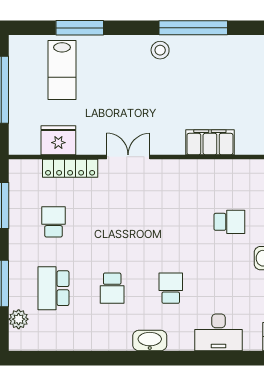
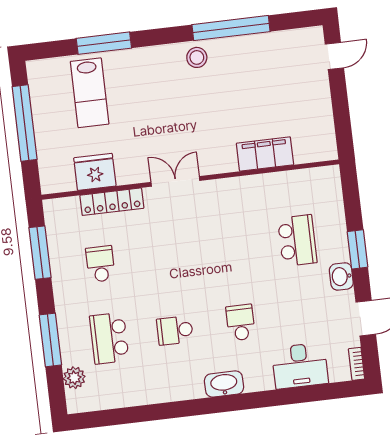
school desk: (229, 222) -> (297, 240), width x1.85
school desk: (112, 288) -> (175, 330), turned 90

